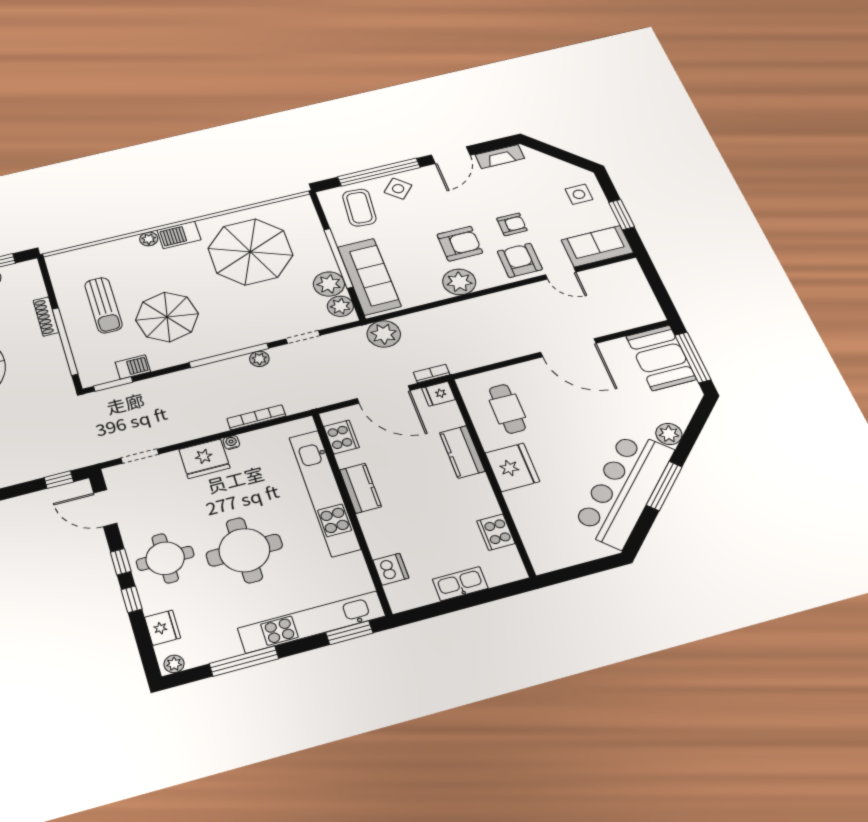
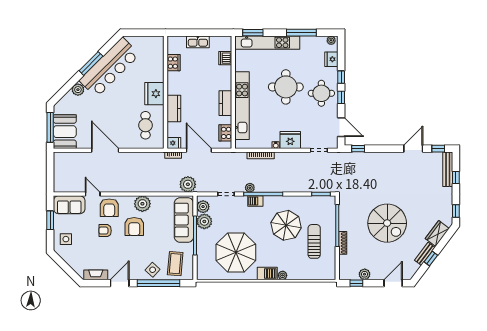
armchair: (460, 244) -> (134, 227), turned -90
barbecue: (133, 367) -> (255, 201), moved

